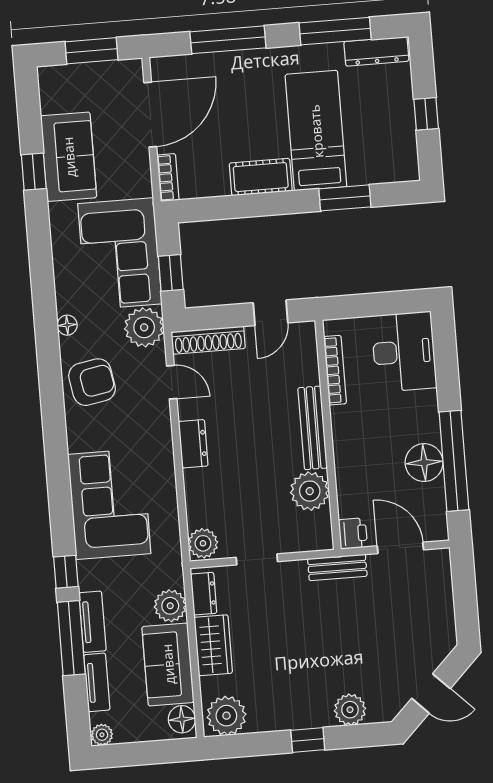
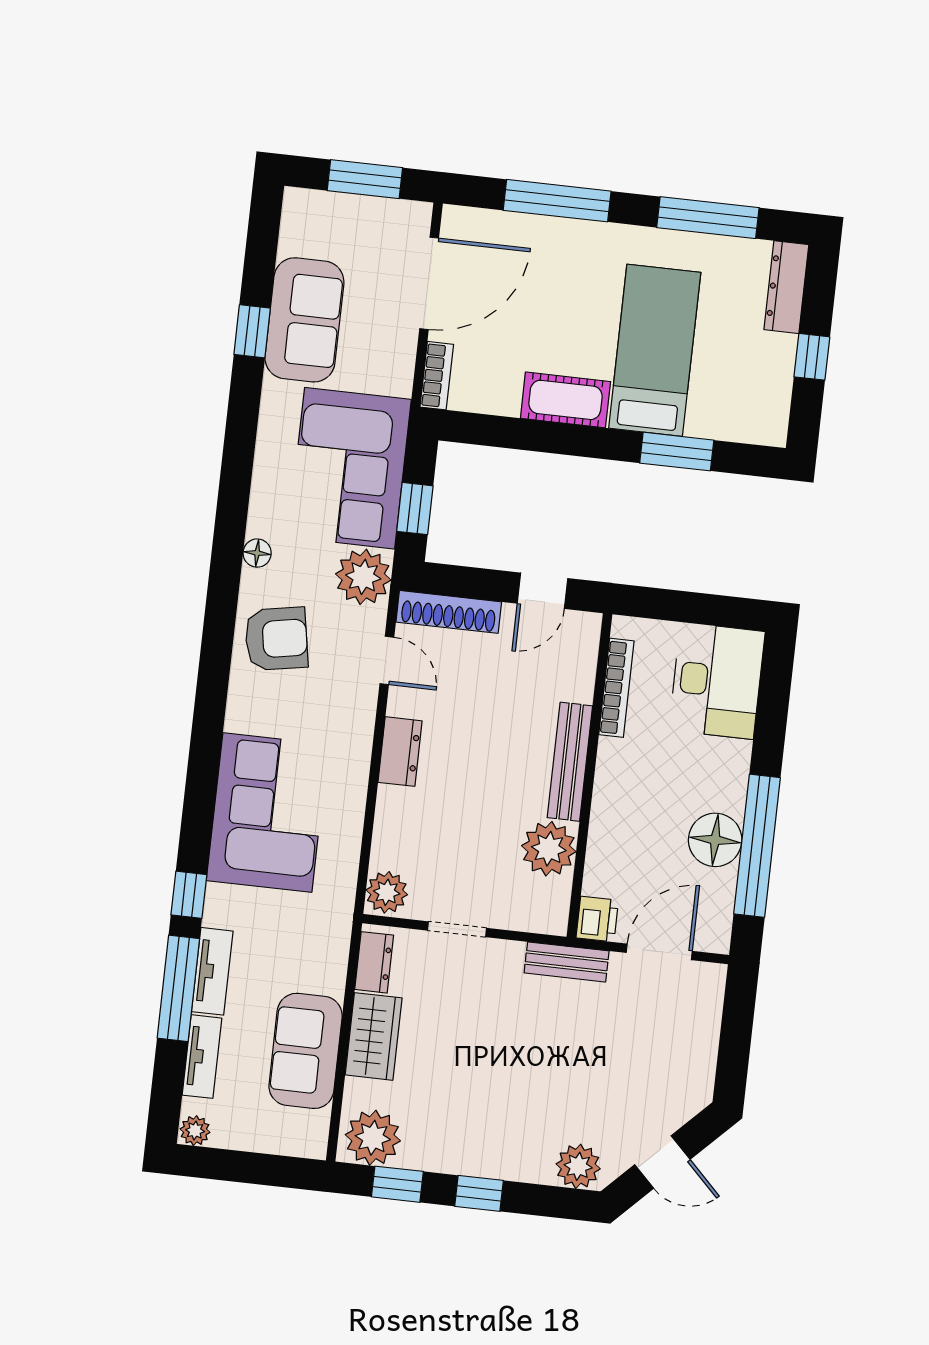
dresser: (376, 51) -> (786, 287), moved, turned 90
door: (400, 548) -> (659, 952), hinge flipped
plant: (170, 606) -> (324, 970), removed
plant: (350, 710) -> (578, 1166), moved
floor lamp: (182, 719) -> (310, 1131), removed
window: (250, 745) -> (397, 1184), added

